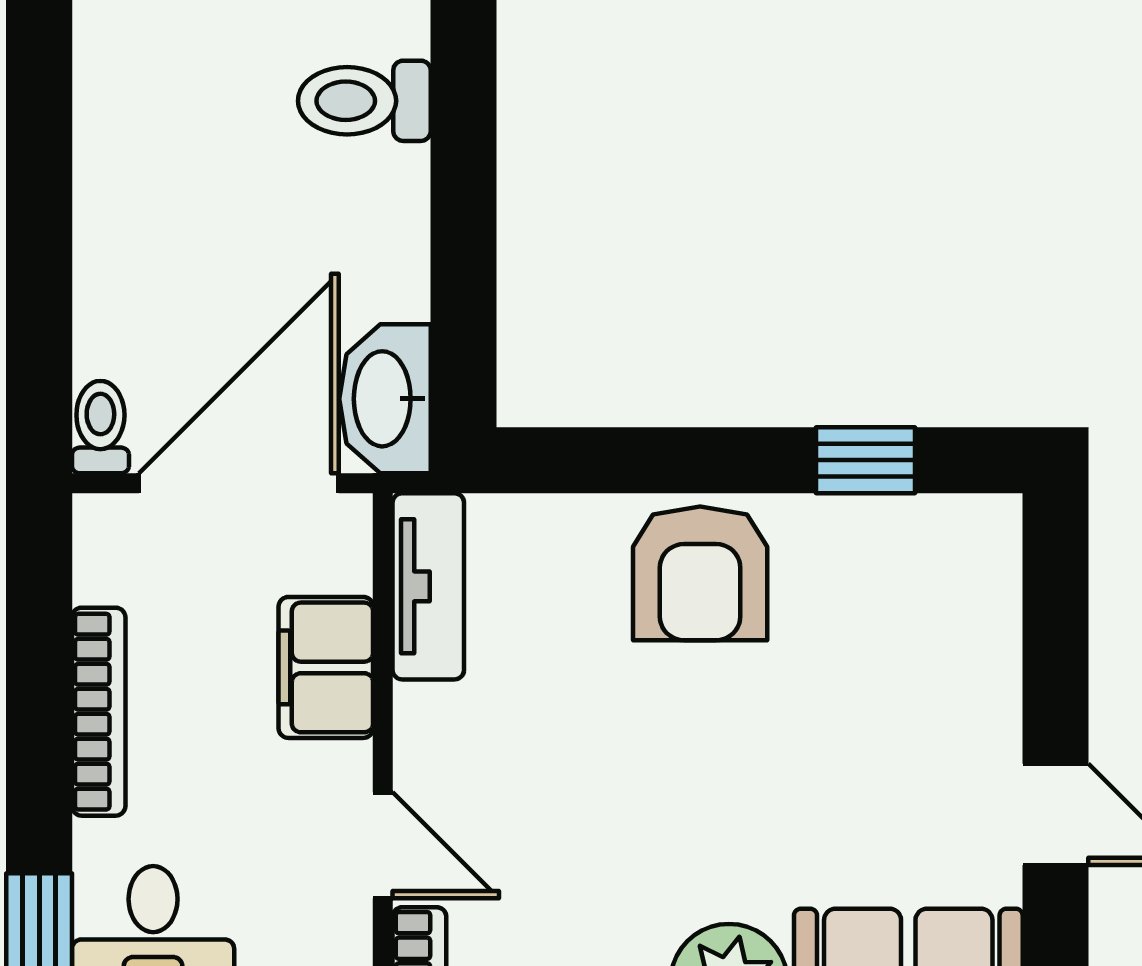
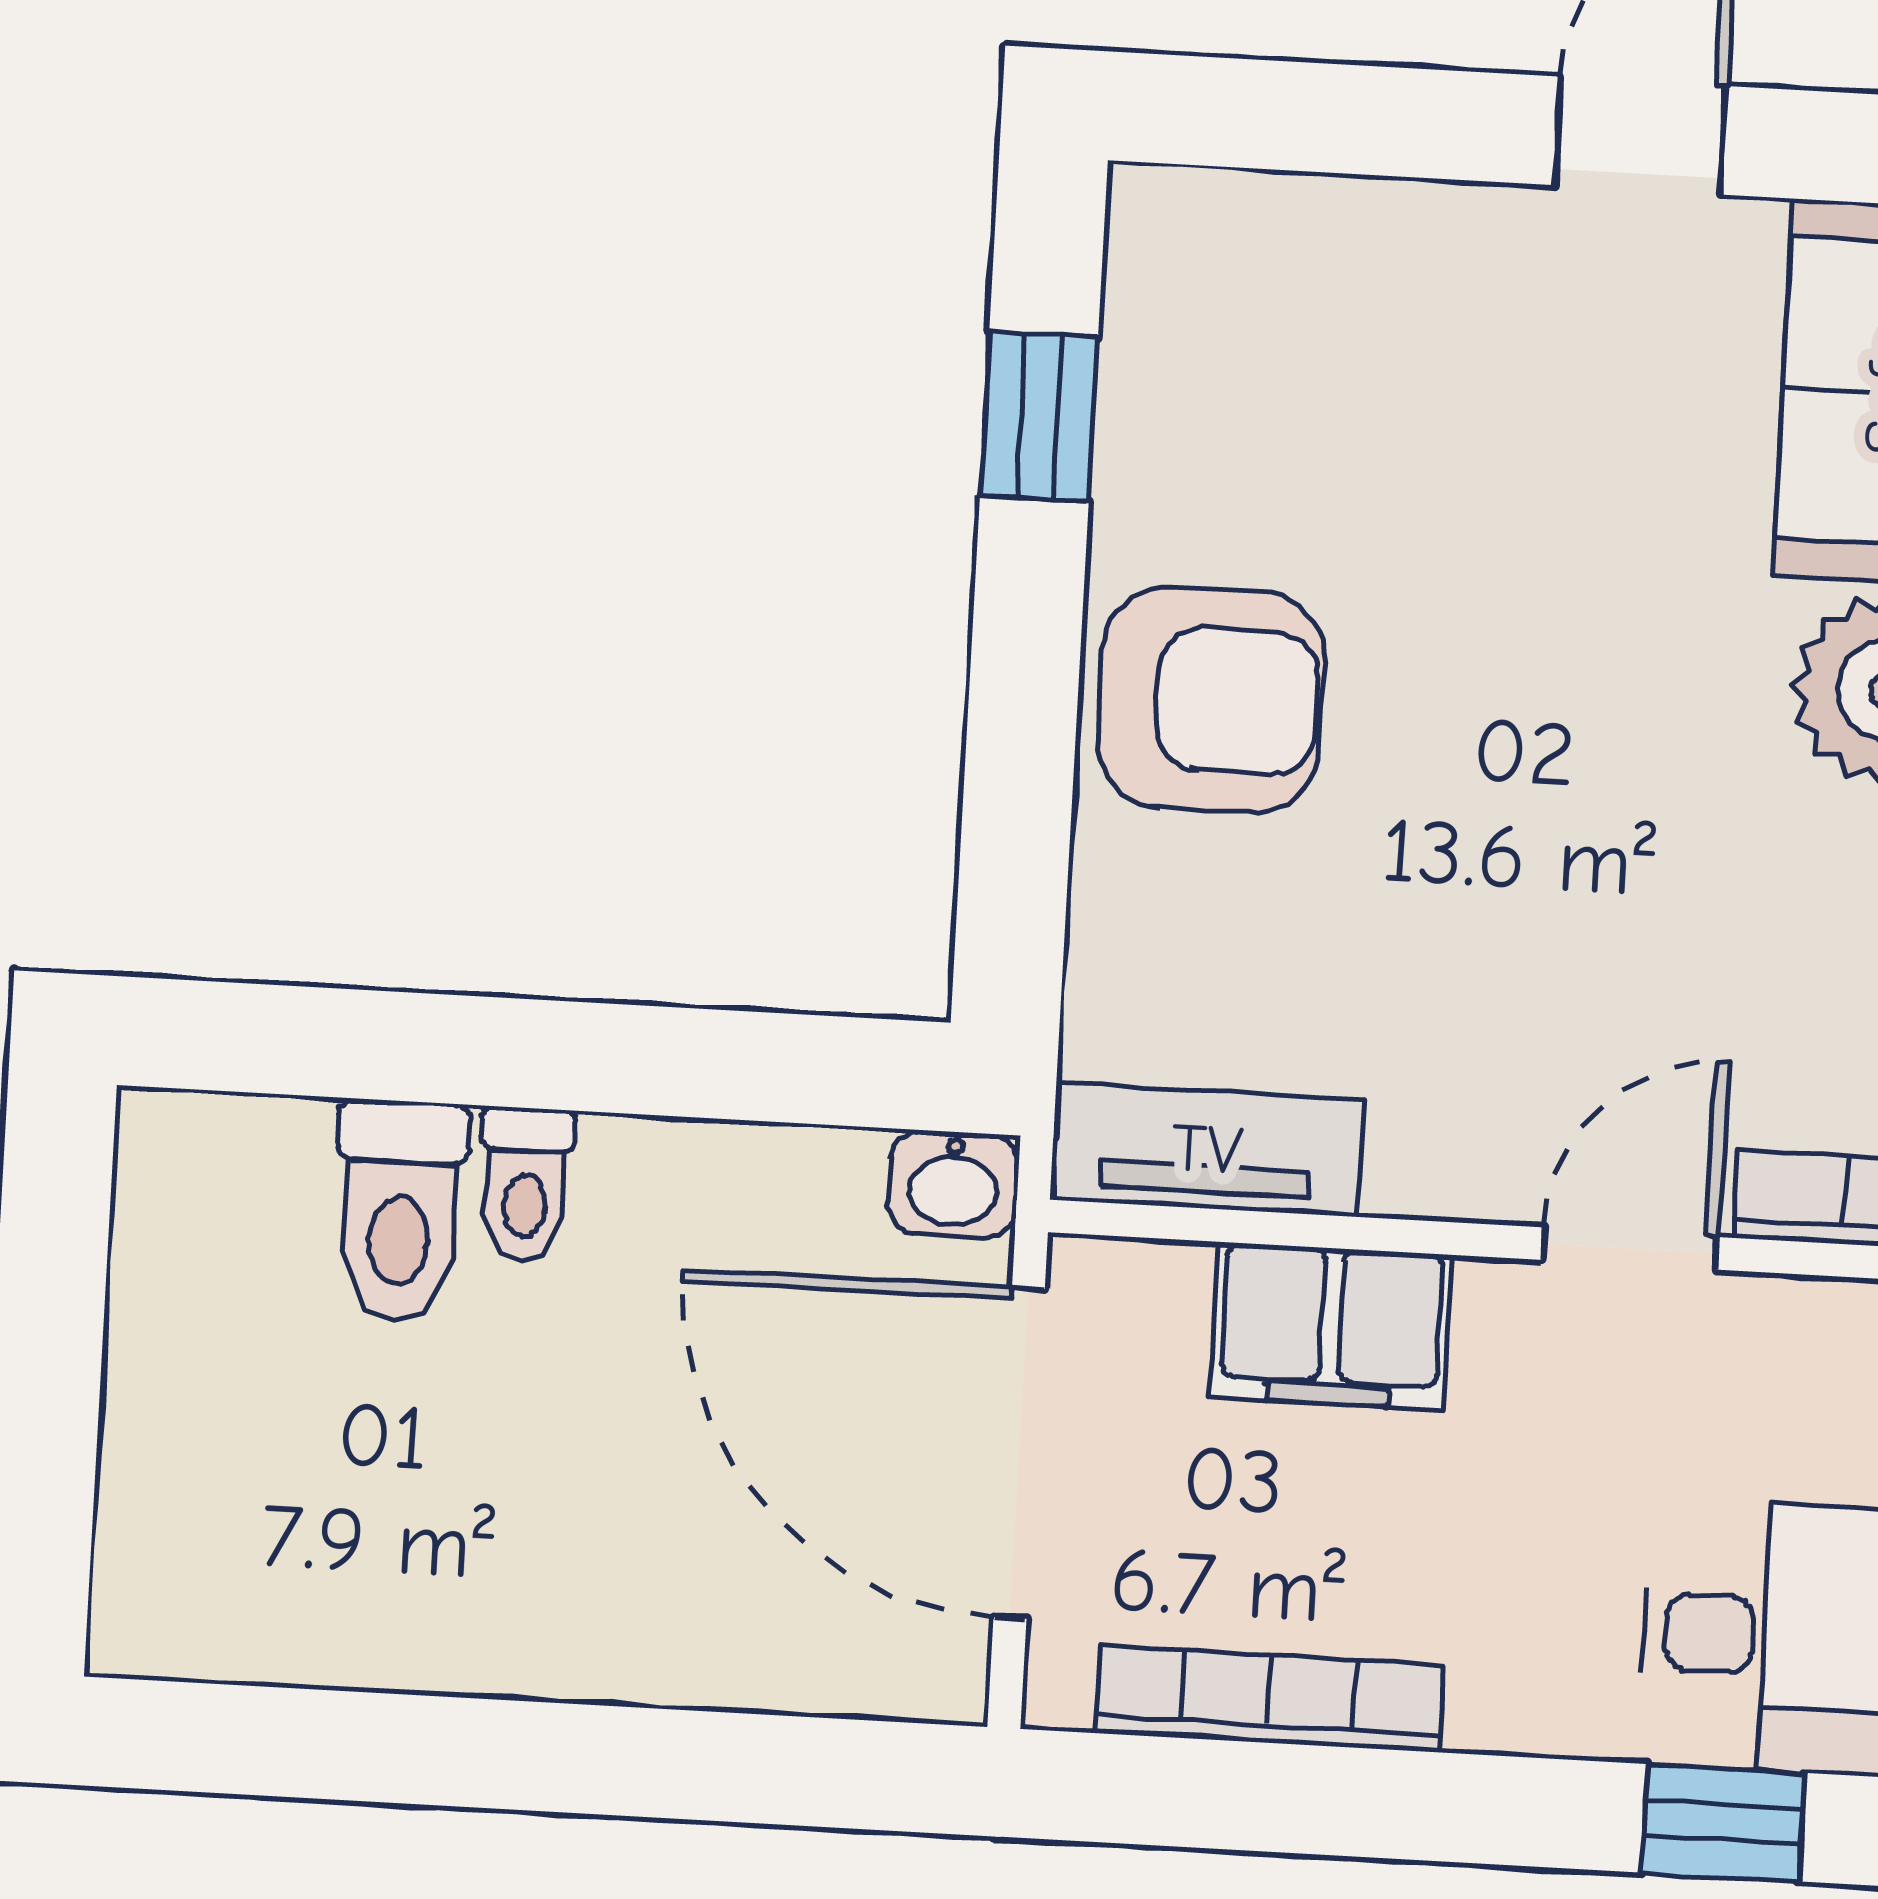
washbasin: (385, 399) -> (953, 1184), width x0.52, depth x0.69
toilet: (100, 427) -> (526, 1184), moved, turned -90
bookcase: (99, 712) -> (1269, 1699), moved

